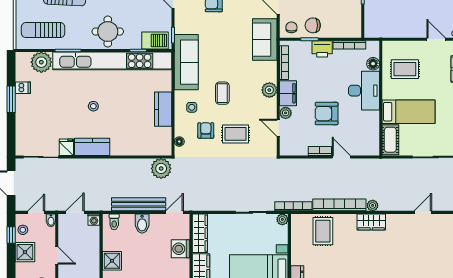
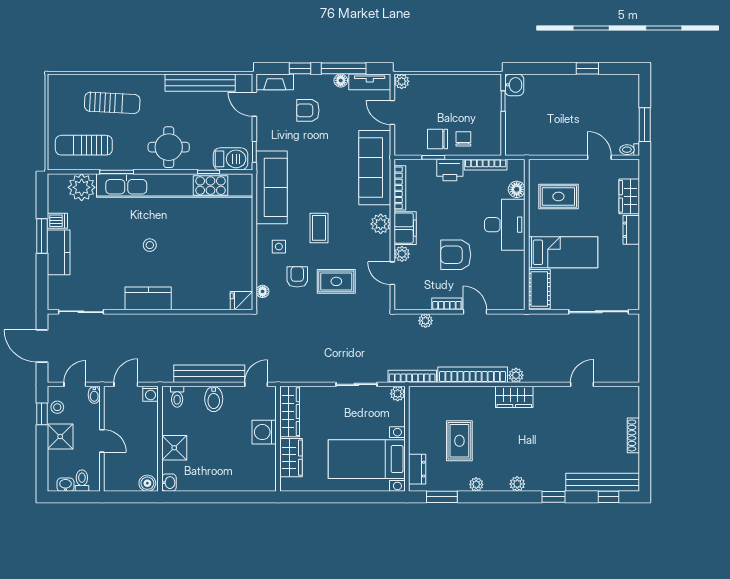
chair: (291, 27) -> (463, 139), moved
sofa: (265, 40) -> (375, 168), width x1.36
kitchen counter: (163, 109) -> (59, 252), moved, turned 180
fridge: (66, 147) -> (242, 301), moved, turned -90
plant: (161, 168) -> (425, 321), moved, width x0.53, depth x0.53
rug: (323, 231) -> (459, 441), moved

